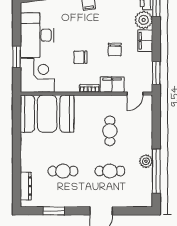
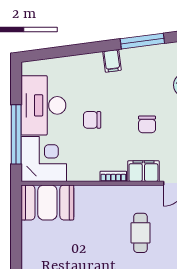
window: (17, 57) -> (16, 134), width x2.11
chair: (81, 57) -> (92, 120), moved
booth: (47, 114) -> (47, 202), width x0.73, depth x0.70

